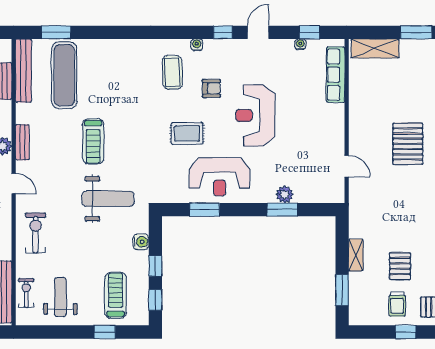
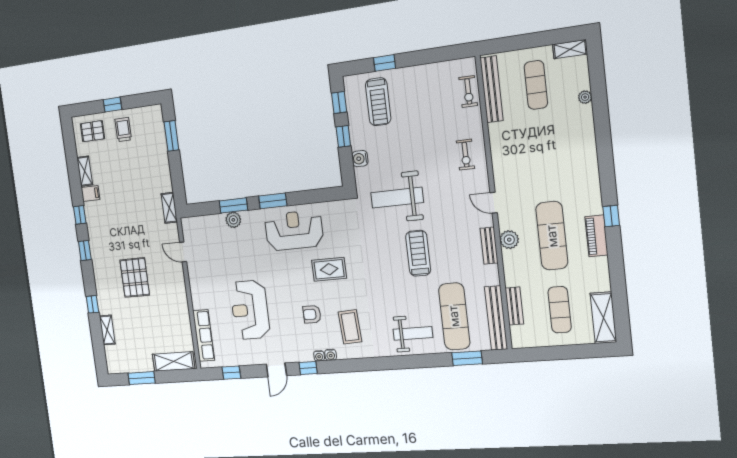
water cooler: (300, 44) -> (319, 356), moved
reception desk: (255, 115) -> (250, 310), moved, turned 180
window: (205, 210) -> (273, 201), moved
exercise bike: (36, 233) -> (465, 155), width x0.73, depth x0.72
shelving: (356, 255) -> (169, 208), moved
pallet: (400, 266) -> (126, 165), removed
weight bench: (60, 297) -> (413, 333), moved, turned -90

